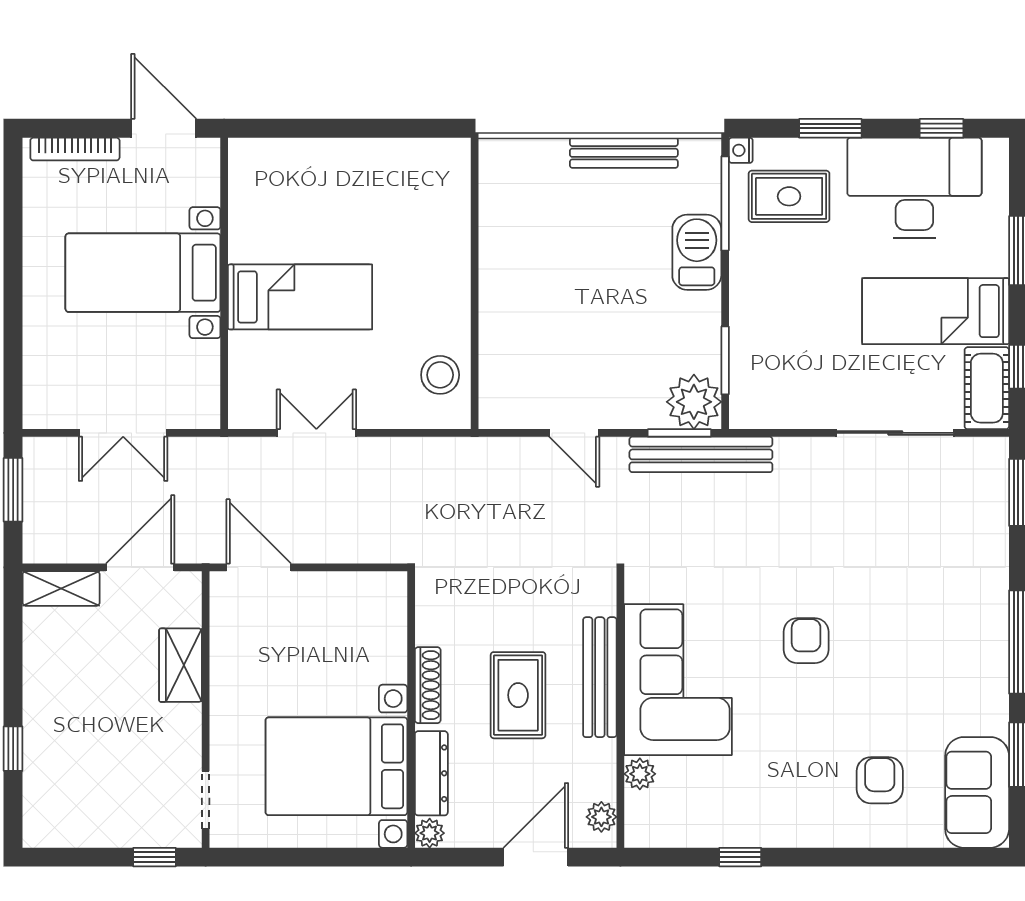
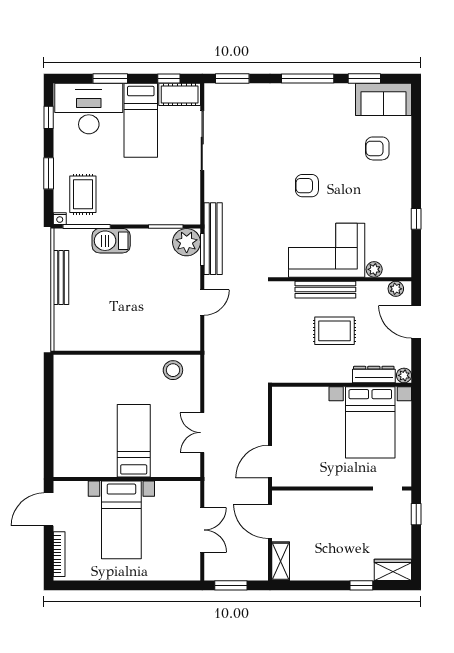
desk: (914, 188) -> (89, 109), moved, turned 90
wardrobe: (180, 665) -> (393, 570), moved, turned 180
shoe rack: (428, 685) -> (329, 376), removed

